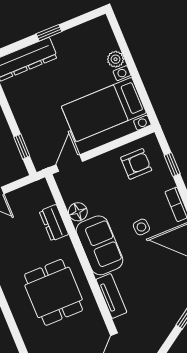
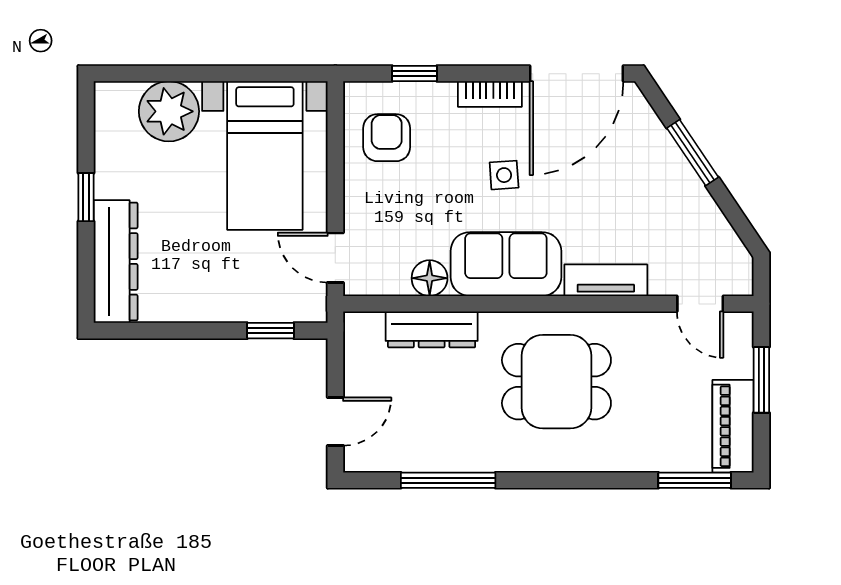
plant: (116, 59) -> (169, 111), width x1.87, depth x1.87
dresser: (54, 223) -> (432, 329), width x1.44

